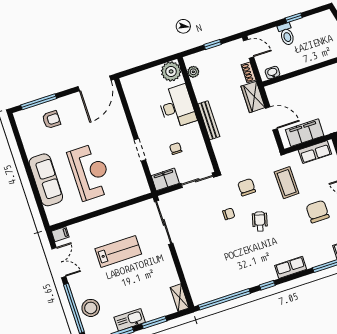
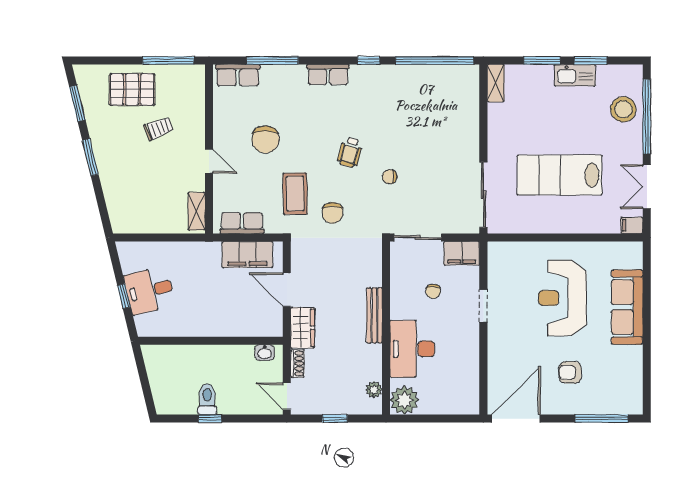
toilet: (286, 34) -> (207, 399), moved
armchair: (51, 120) -> (570, 372), moved
chair: (247, 187) -> (332, 213), moved
lab bench: (118, 251) -> (560, 175), width x1.36, depth x1.39

